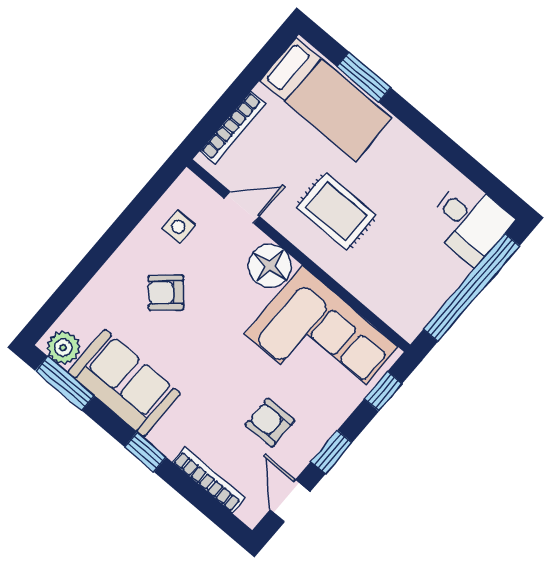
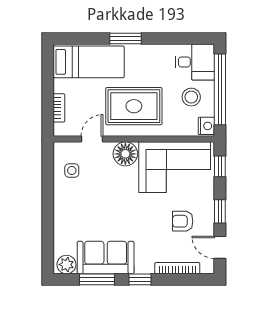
window: (364, 77) -> (125, 38), moved
bookcase: (233, 128) -> (59, 108), width x0.64
rug: (336, 211) -> (134, 106), width x1.36, depth x1.43
stool: (424, 265) -> (191, 97), added
armchair: (166, 293) -> (90, 203), removed
nightstand: (411, 321) -> (206, 126), added
window: (65, 383) -> (97, 279), moved

